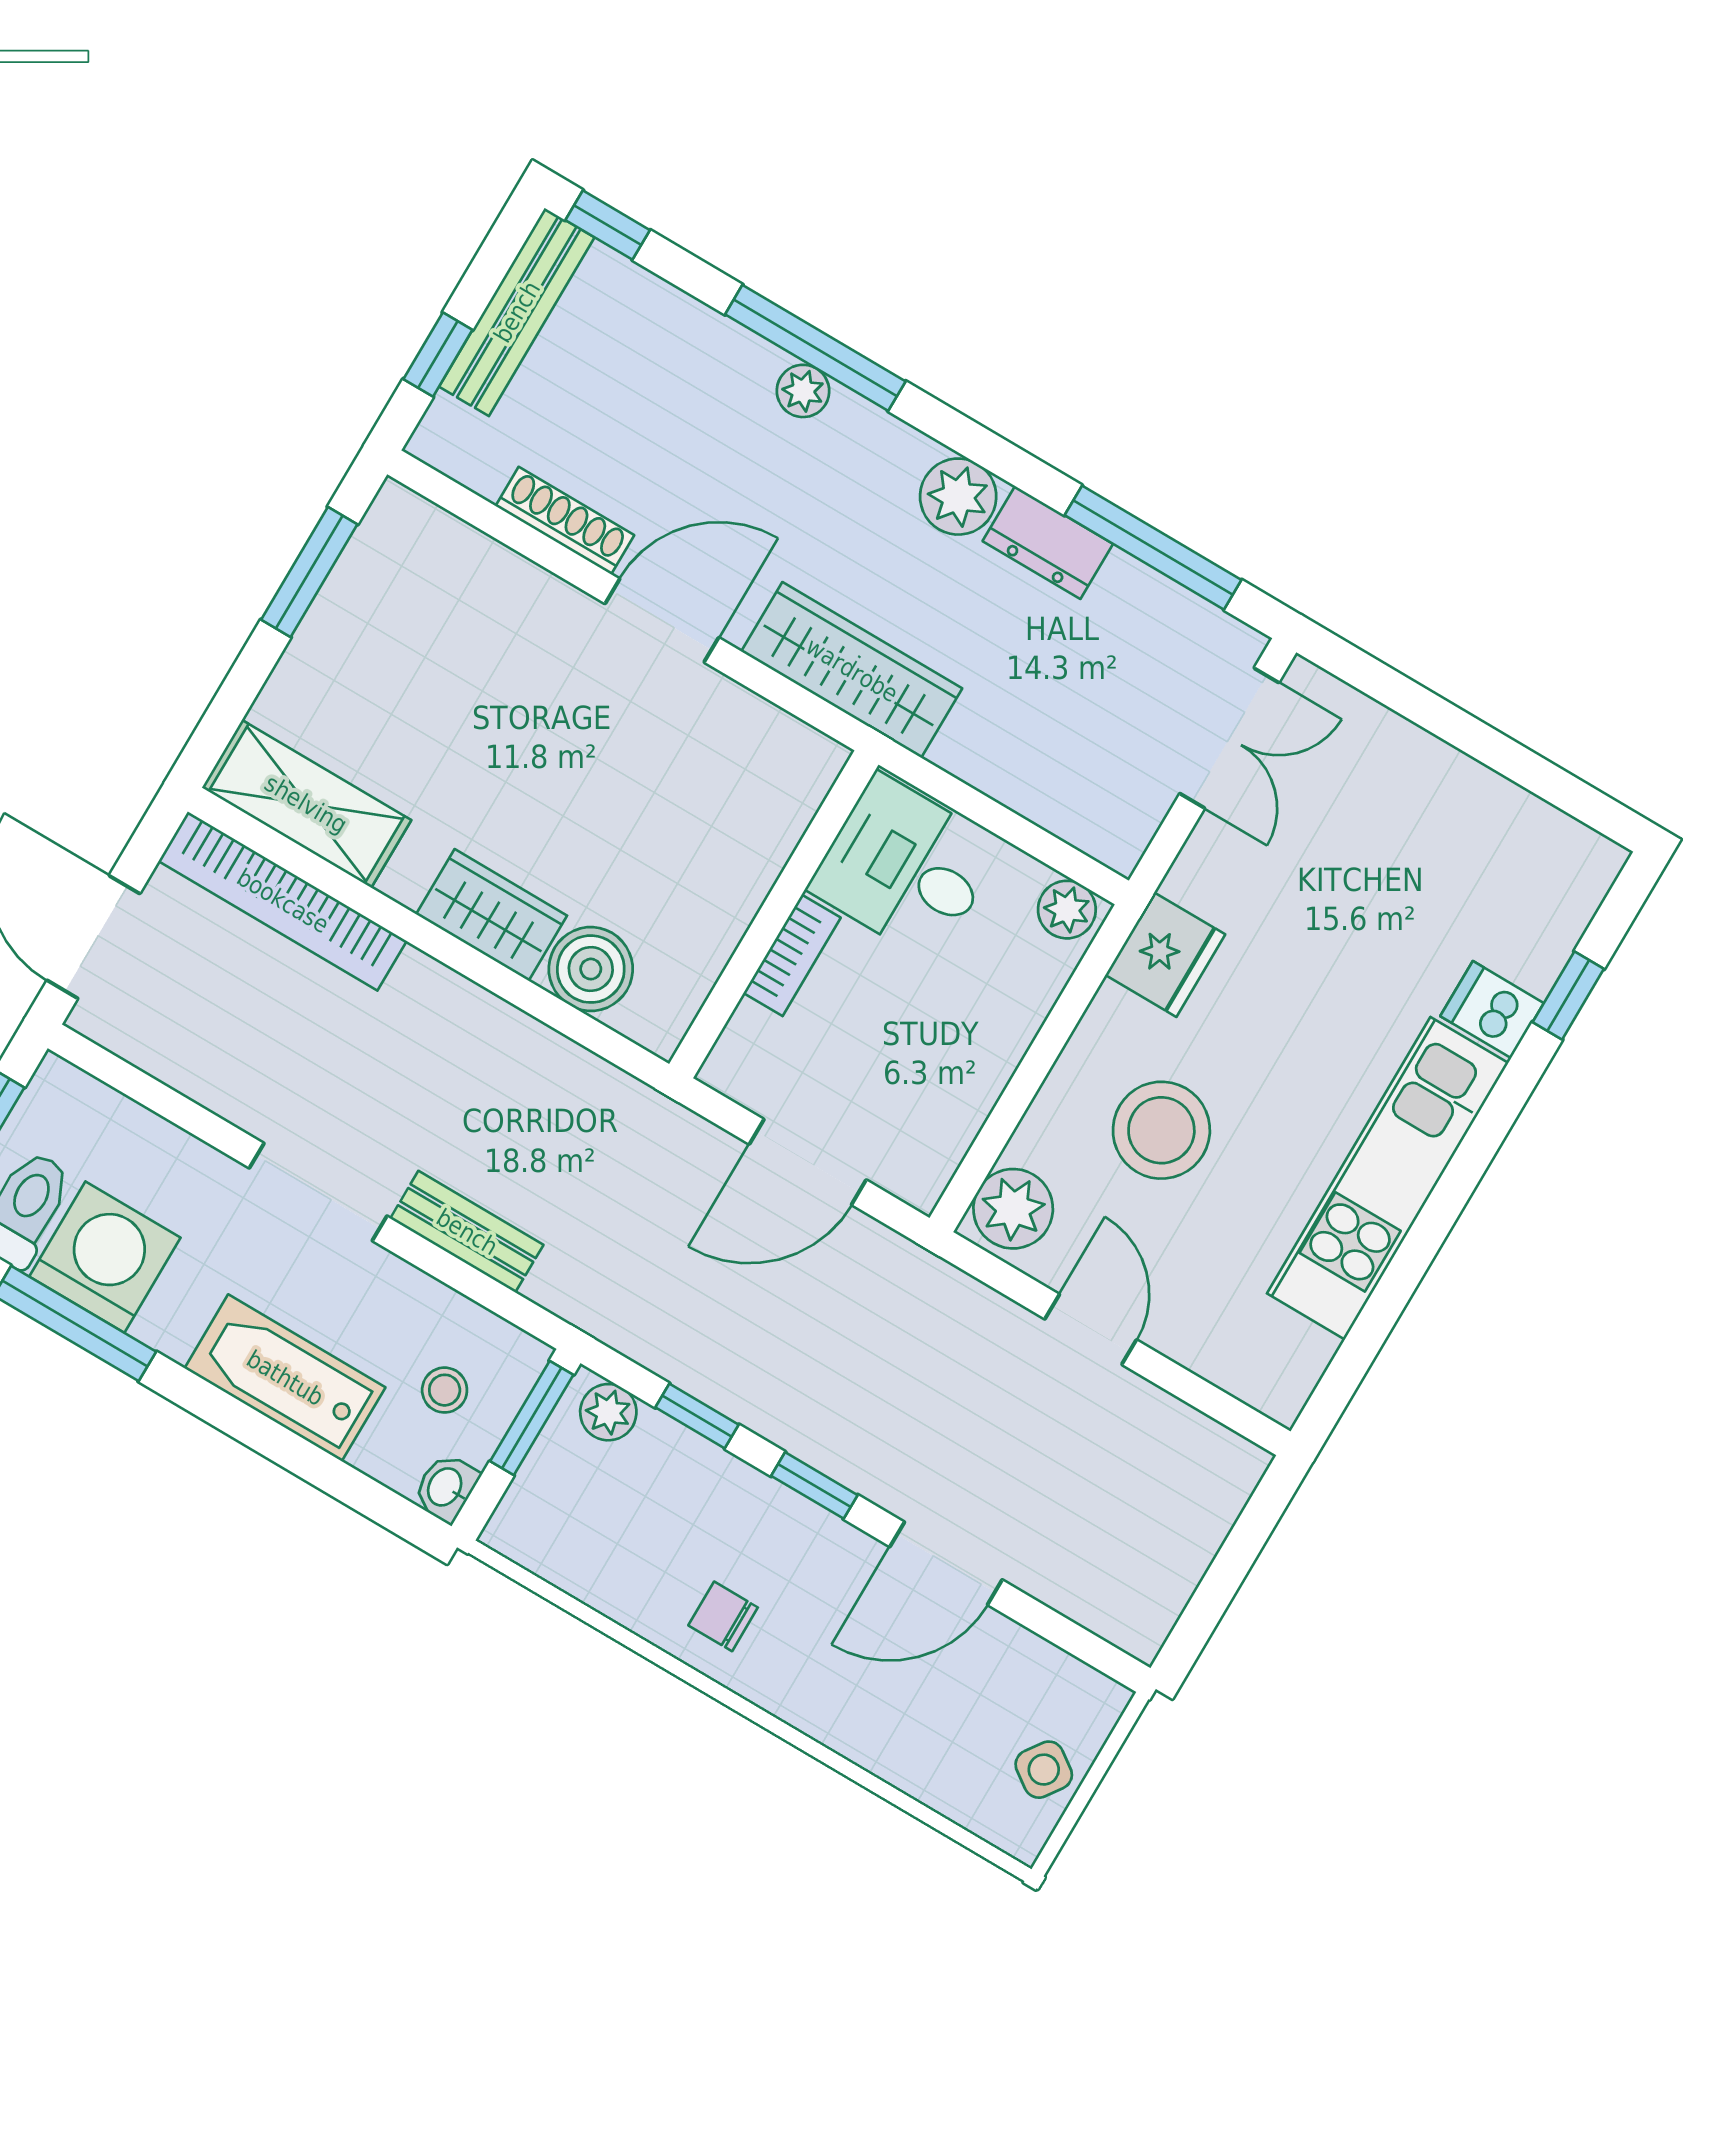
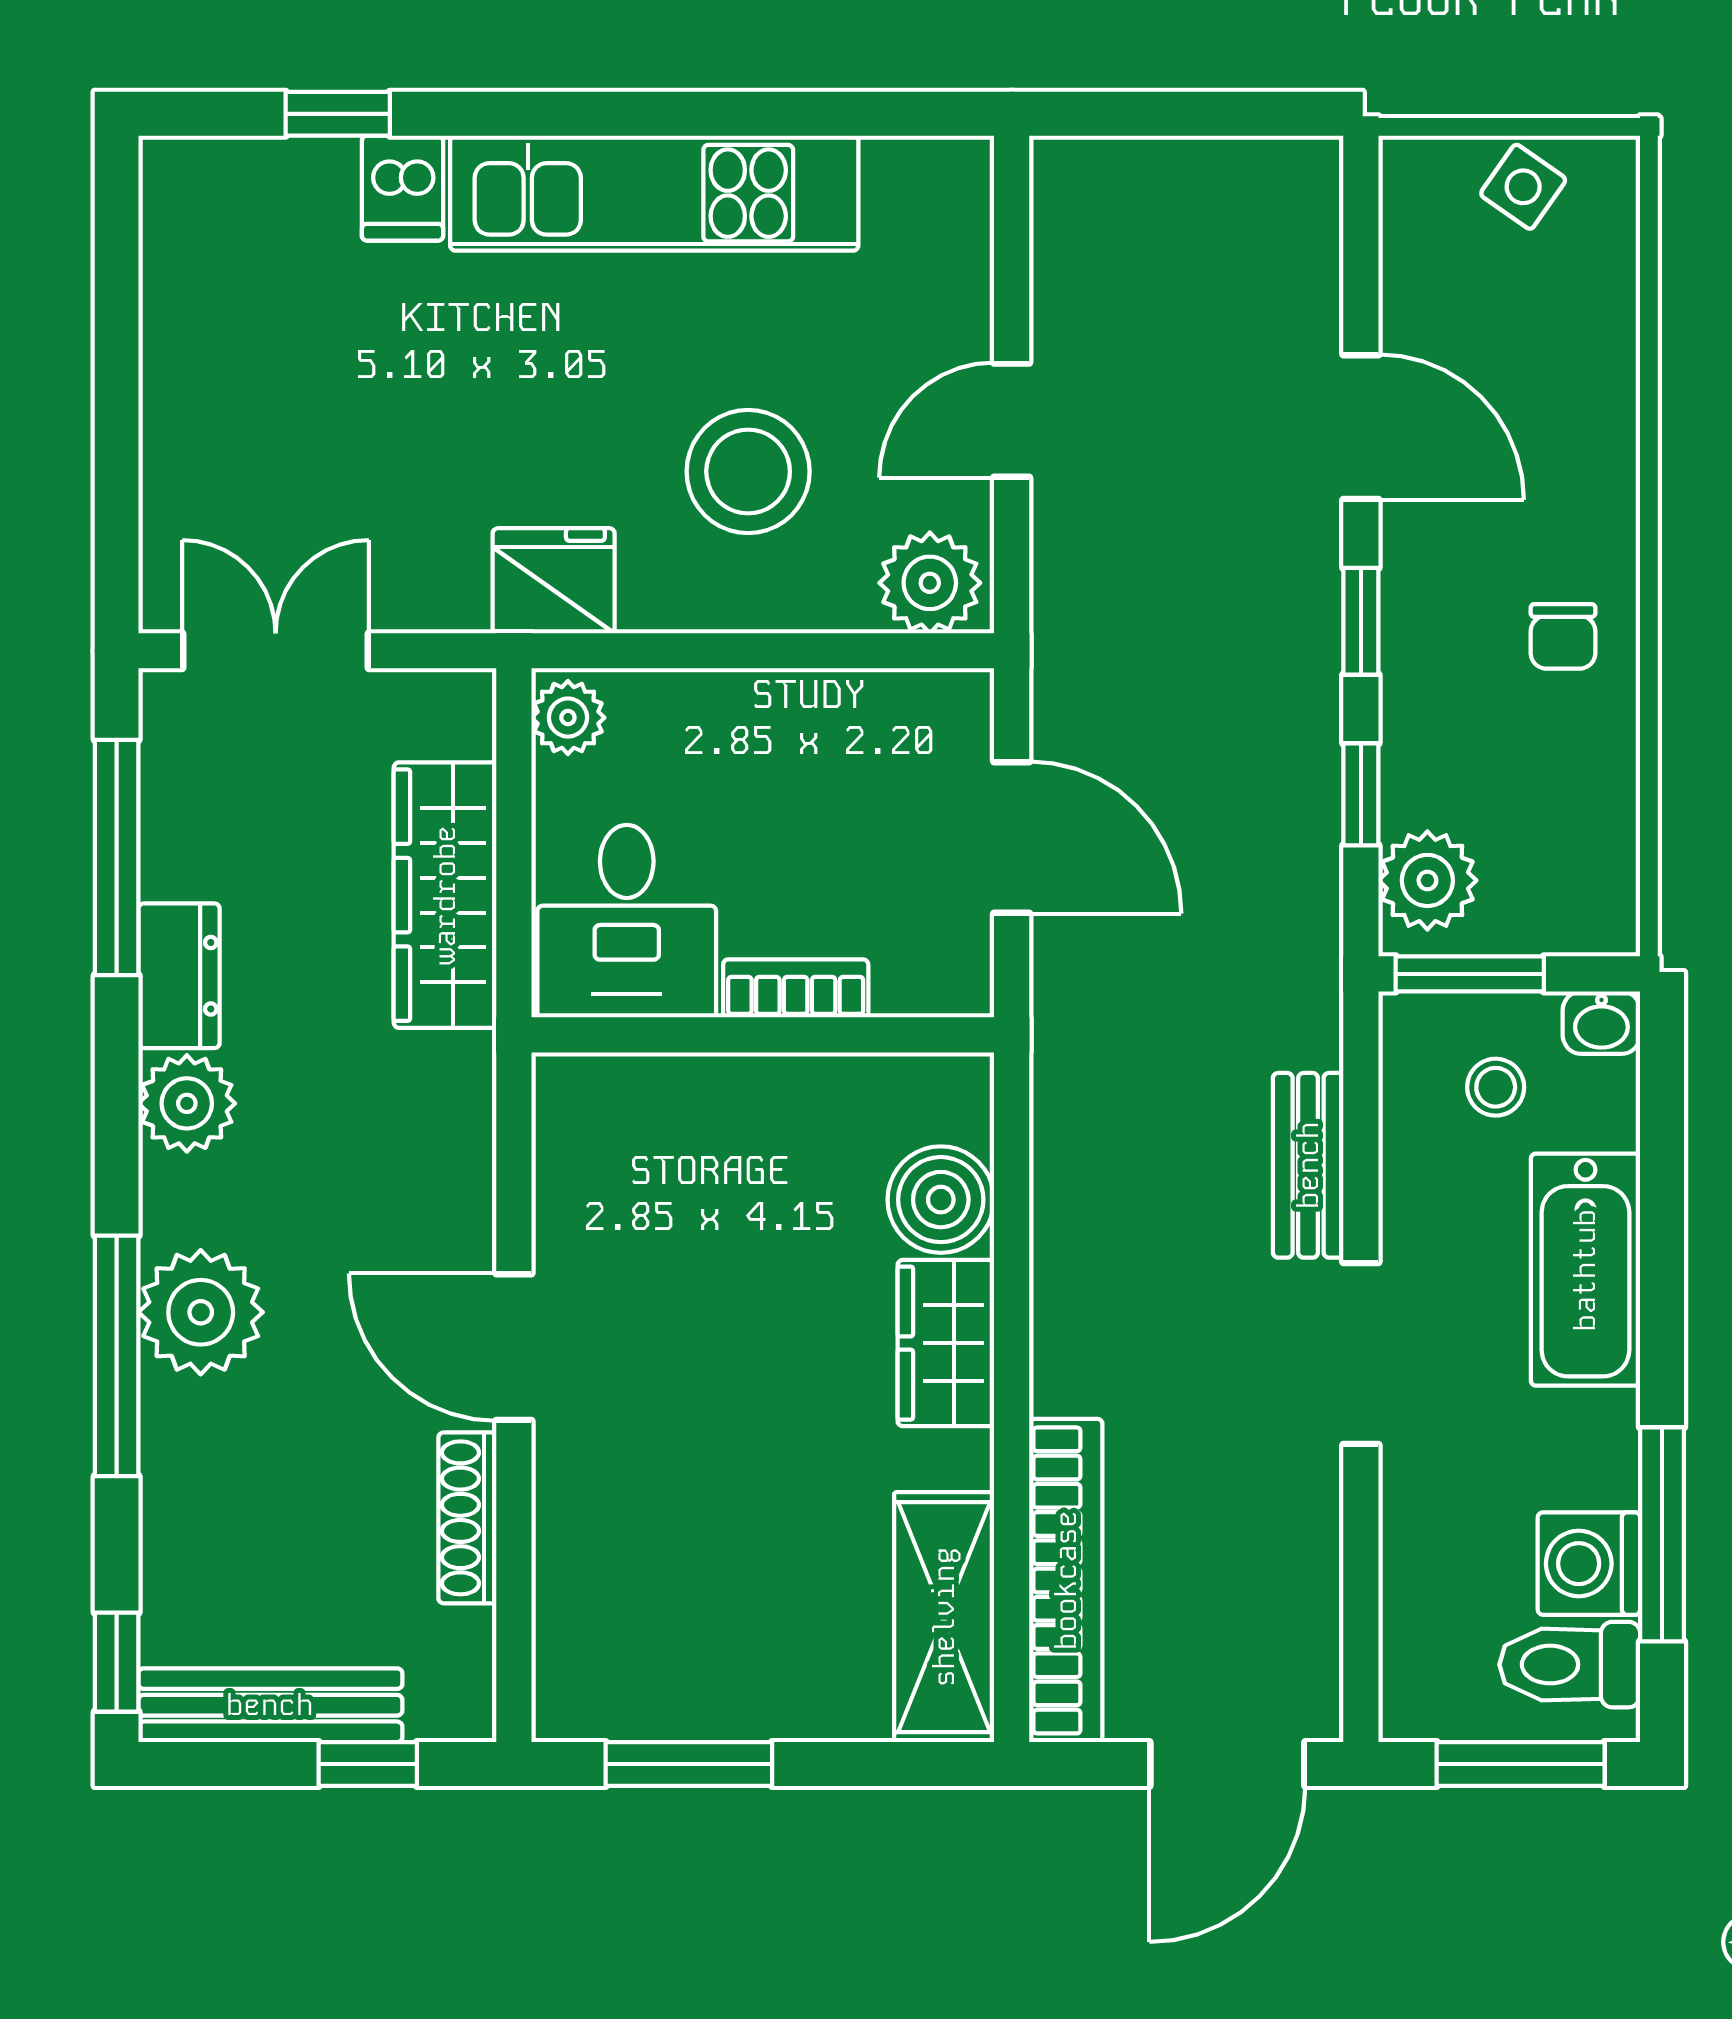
plant: (803, 391) -> (201, 1312), width x1.88, depth x1.88
wardrobe: (852, 670) -> (445, 895), moved
washing machine: (105, 1257) -> (1589, 1564), width x0.73, depth x0.73
plant: (608, 1412) -> (1427, 880), width x1.38, depth x1.38

